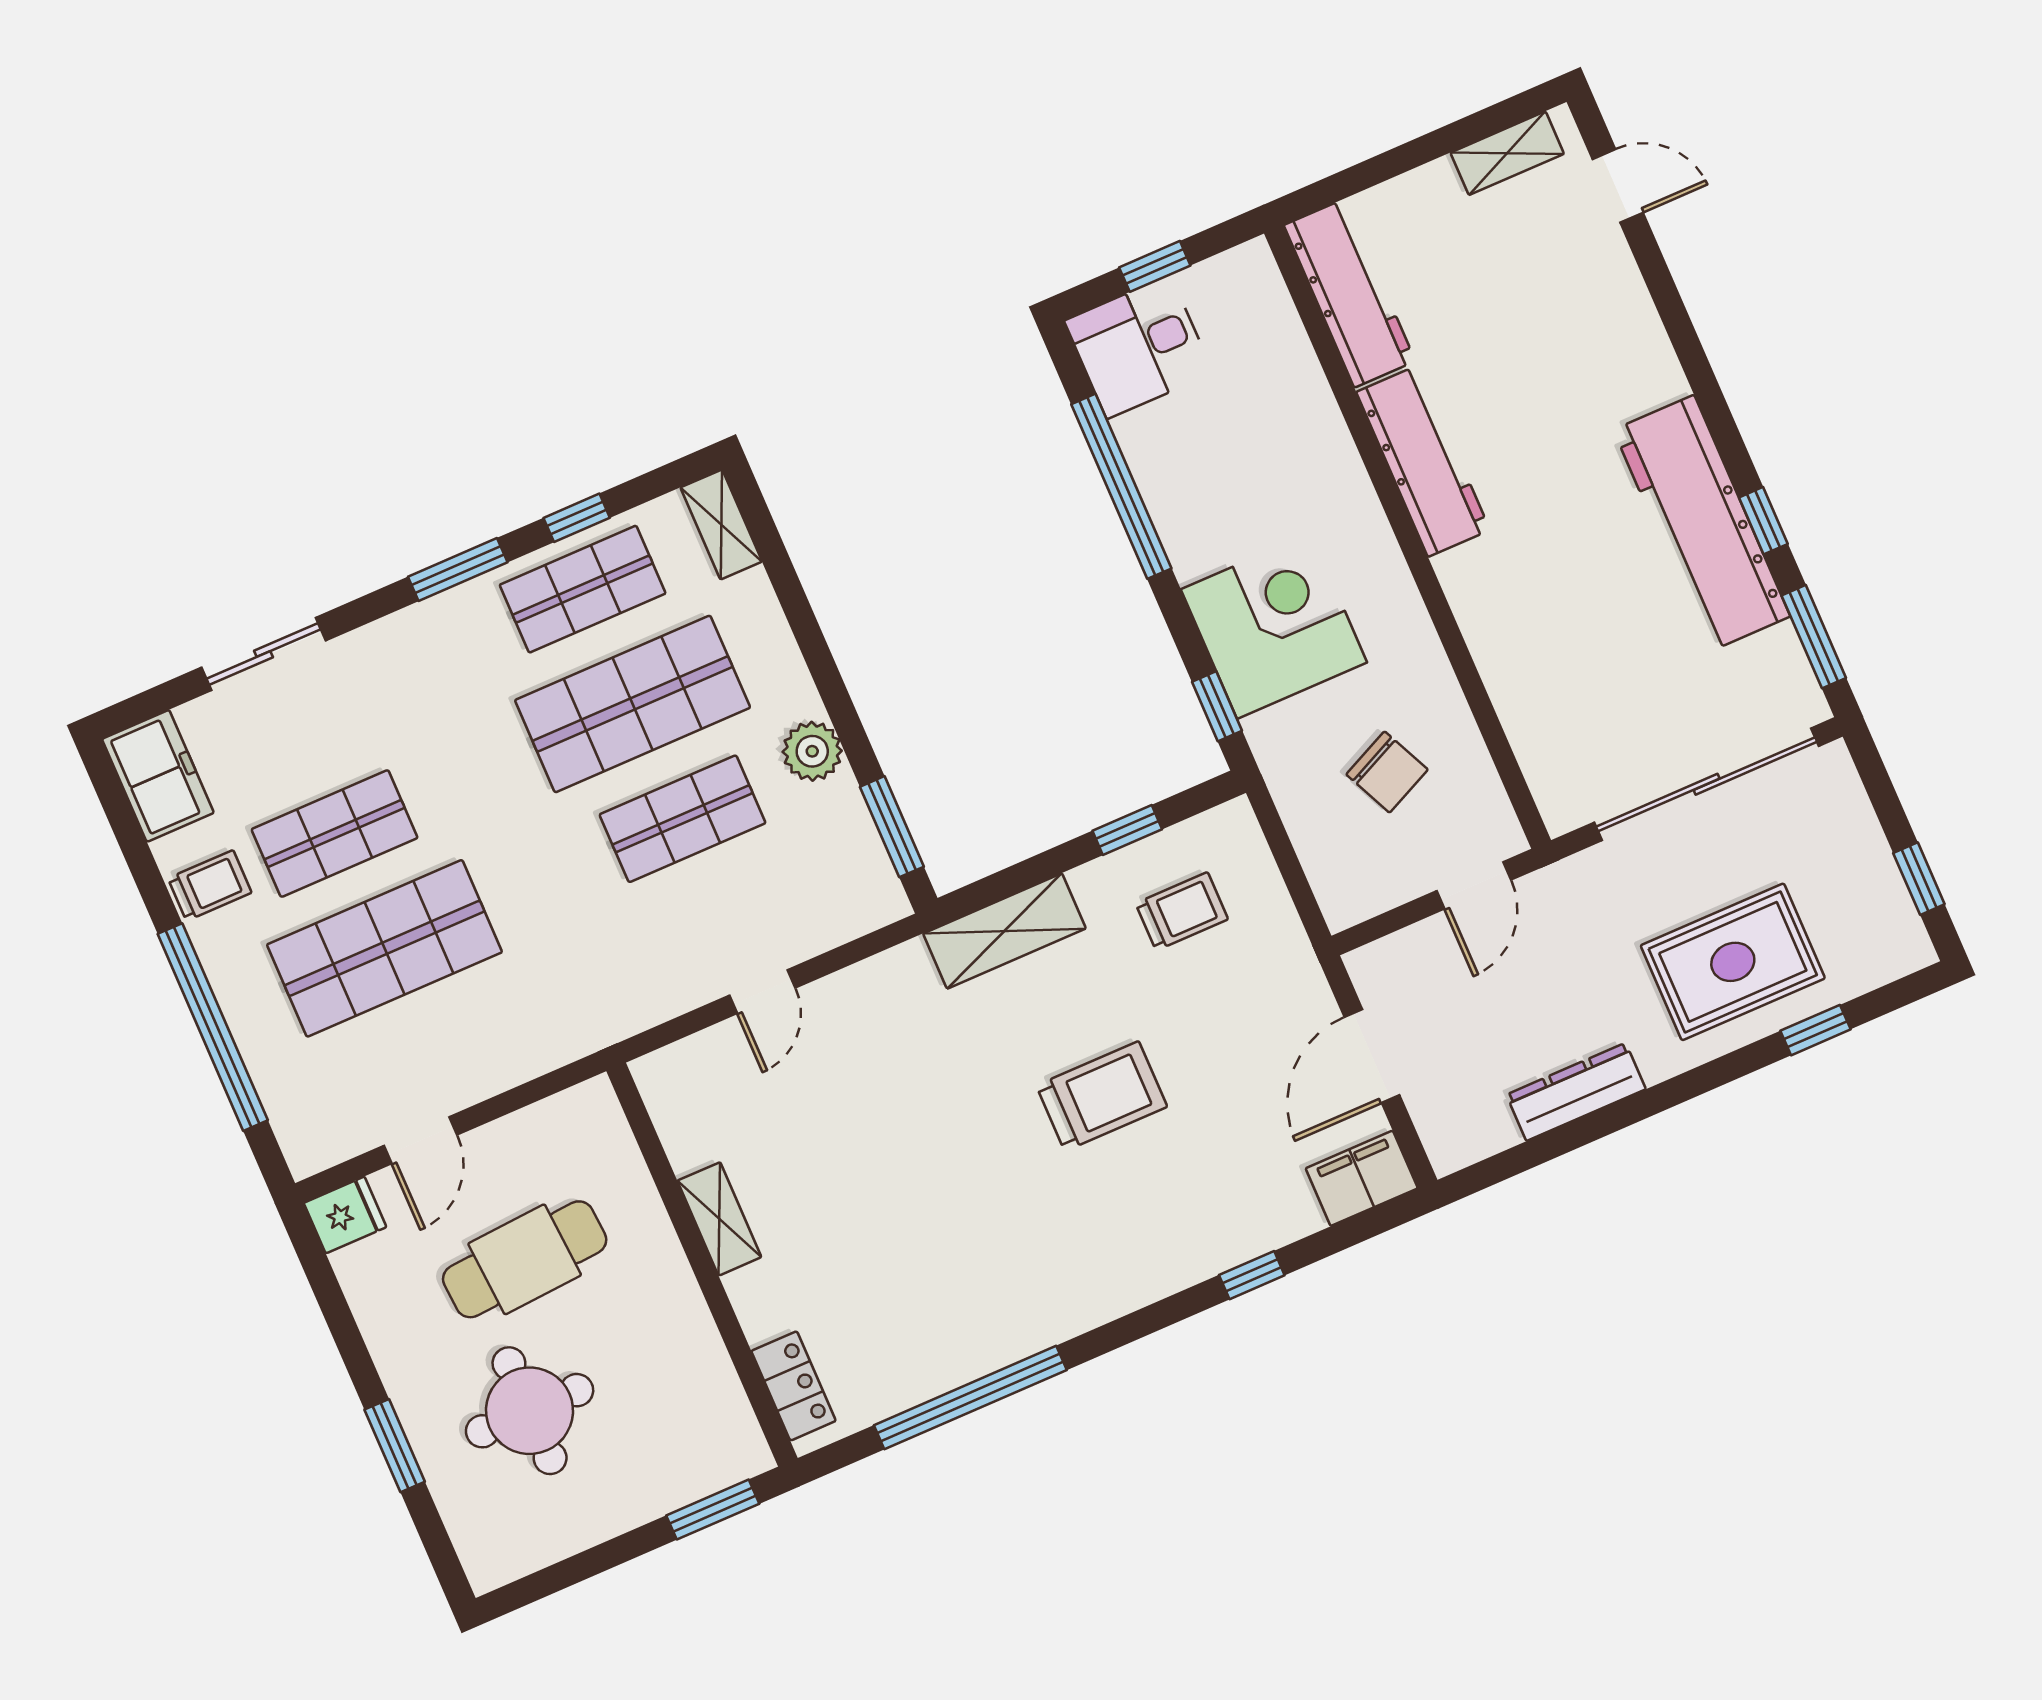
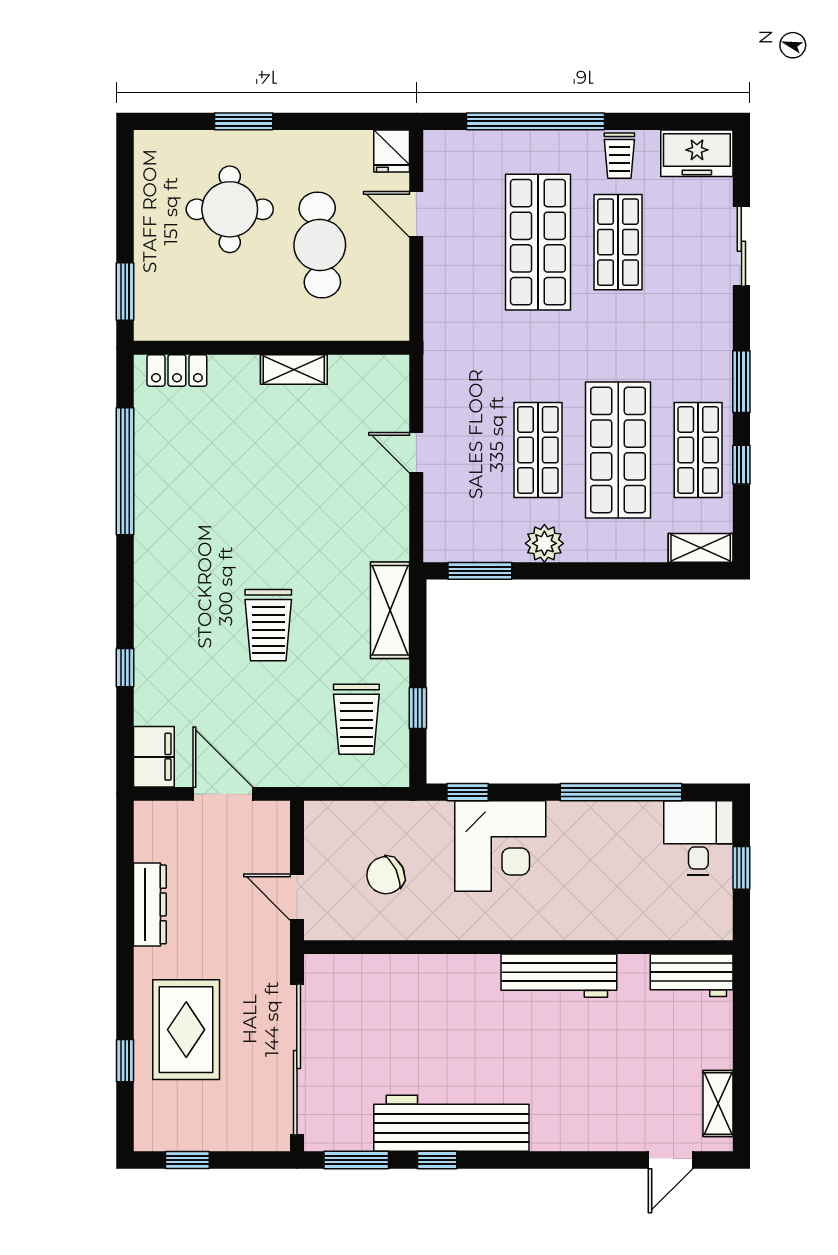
workbench: (1350, 293) -> (692, 975), width x0.73
trolley: (1182, 911) -> (356, 719), width x1.36, depth x1.39

